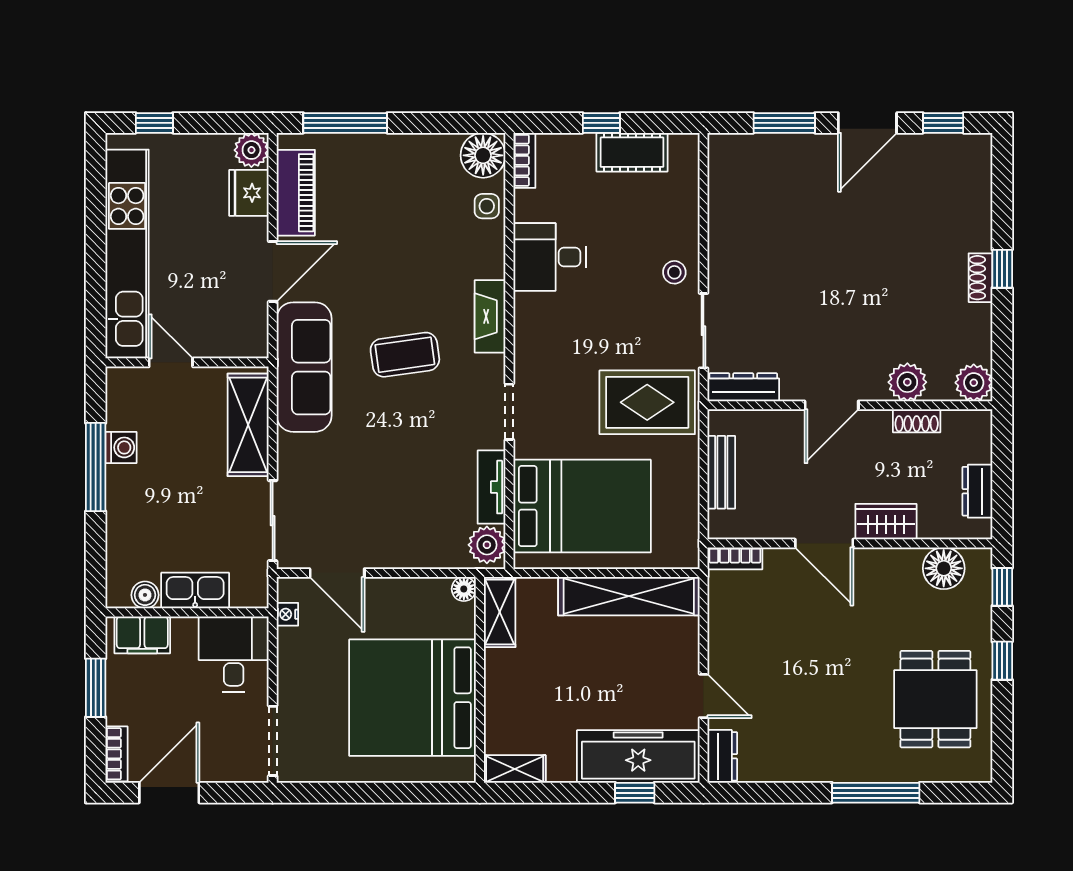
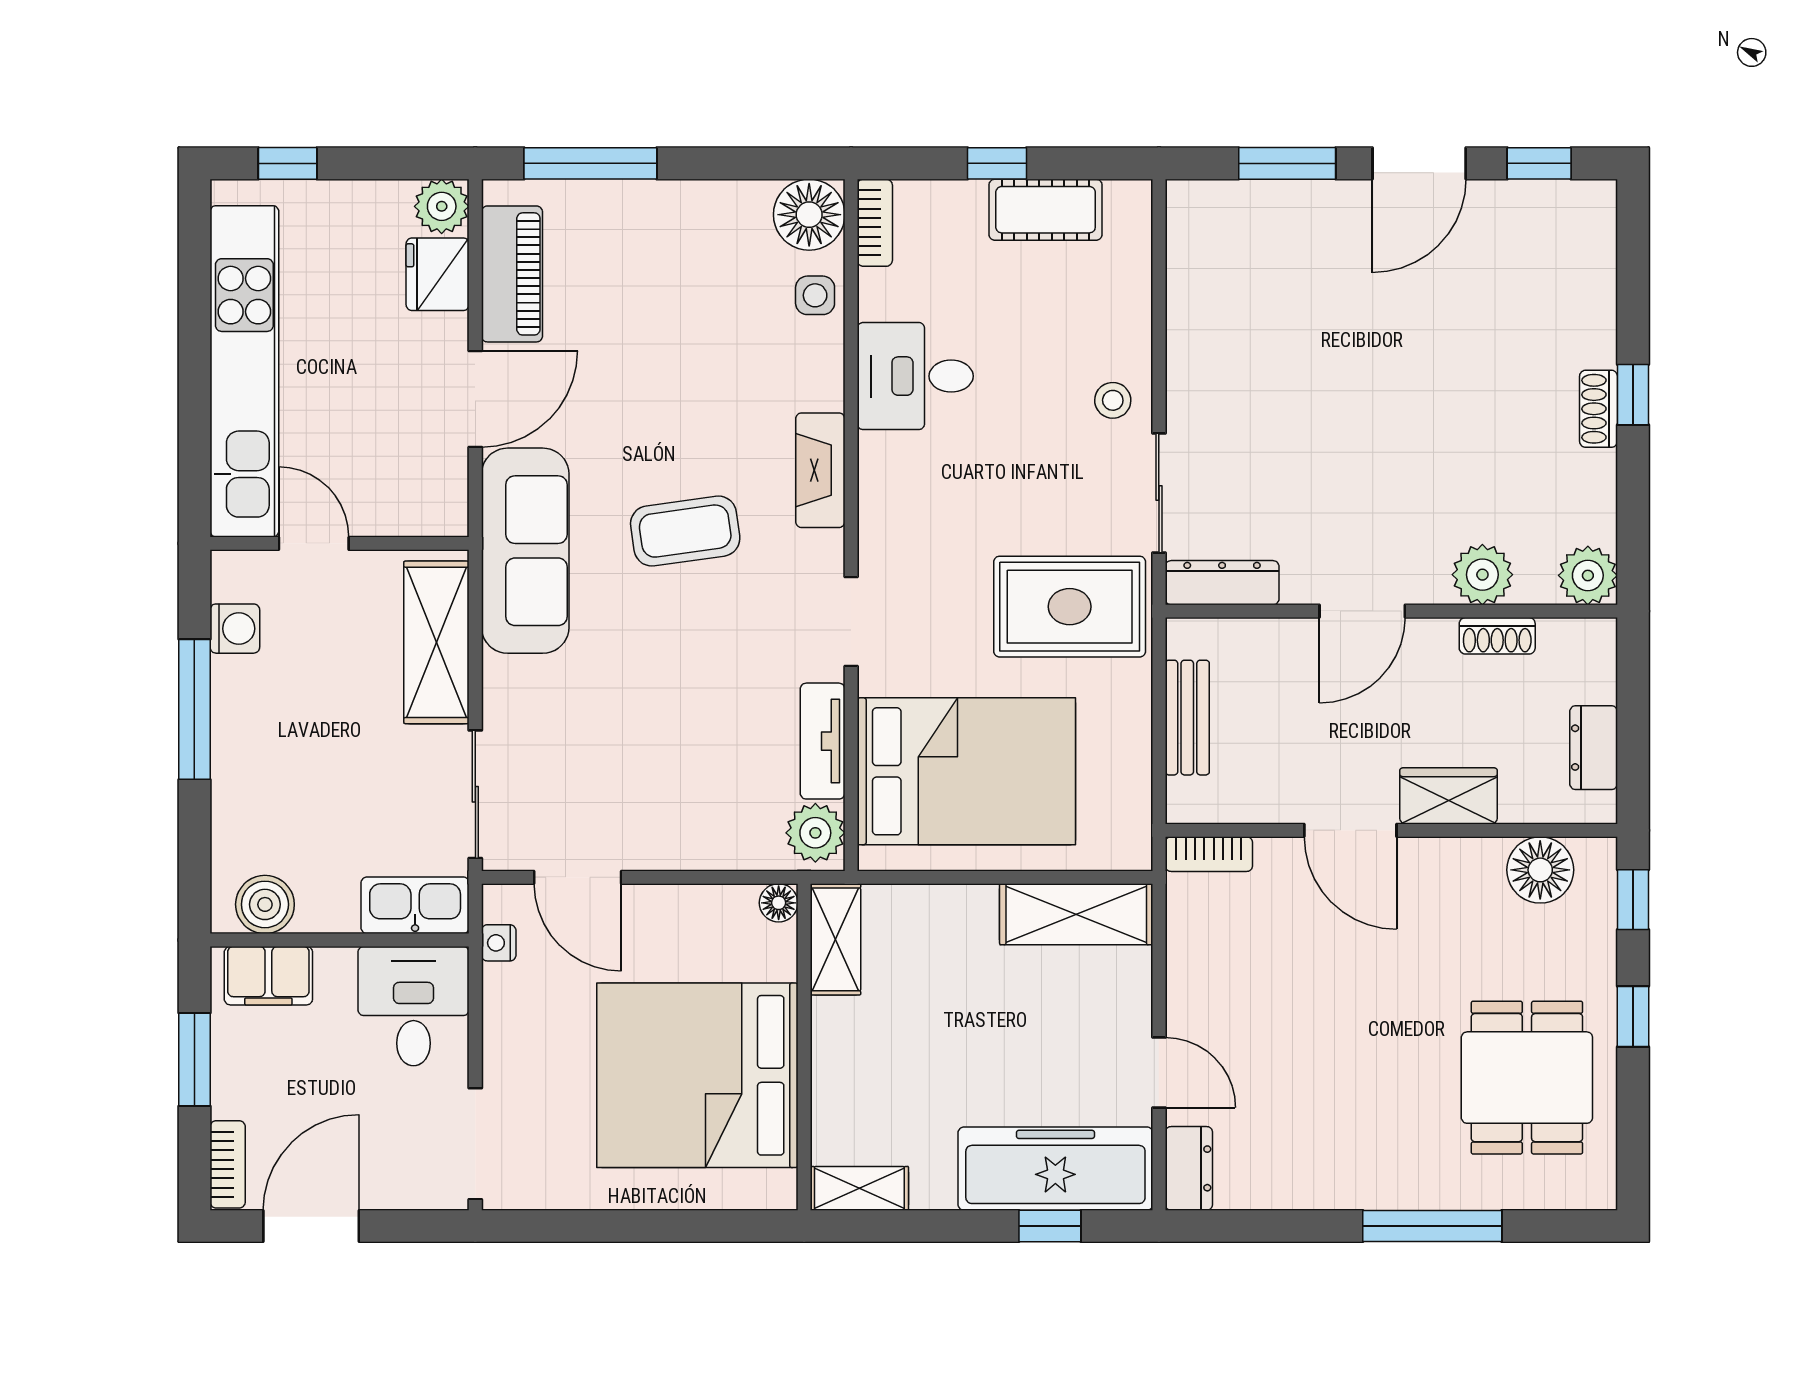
washing machine: (121, 447) -> (235, 629), moved
kitchen sink: (195, 591) -> (415, 905), moved
boiler: (145, 595) -> (265, 904), width x1.36, depth x1.36
shelving: (629, 596) -> (1076, 914), width x0.68

